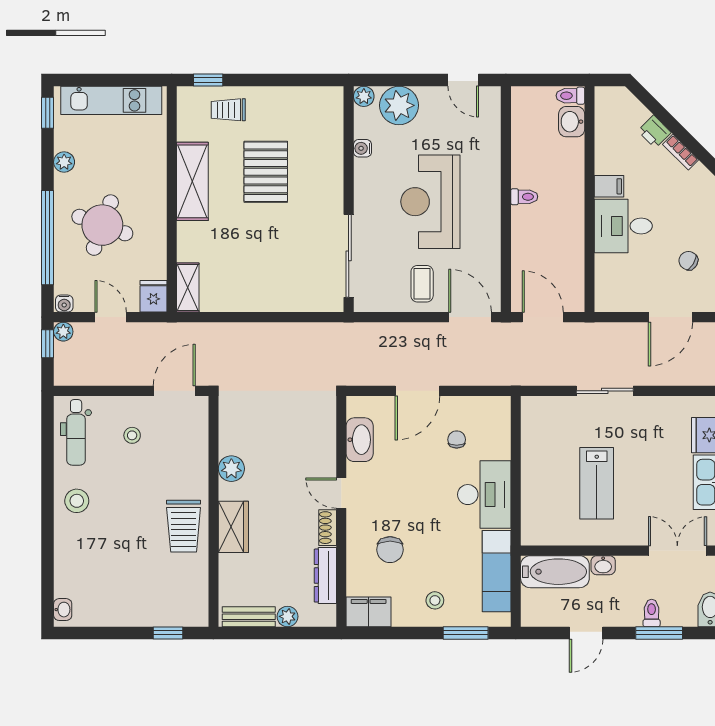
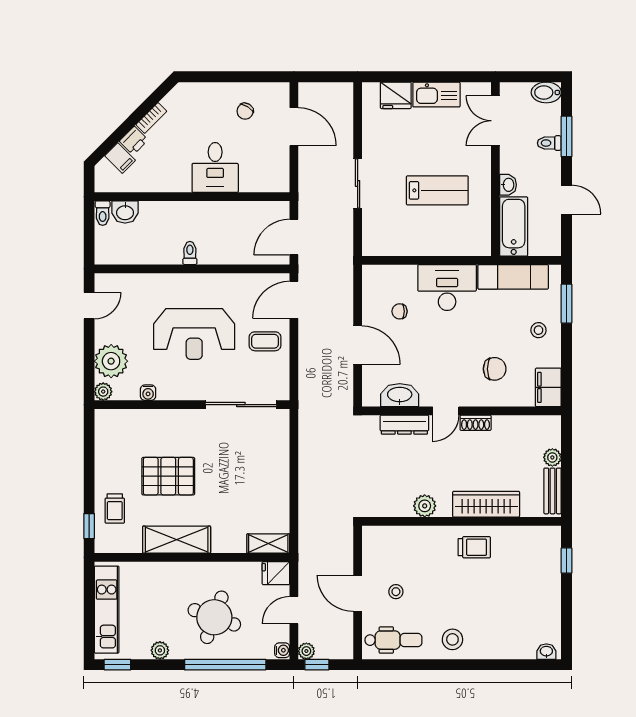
filing cabinet: (609, 186) -> (120, 158), moved, turned 135
door: (174, 391) -> (358, 593), moved
trolley: (184, 526) -> (474, 547), width x0.73, depth x0.72
wardrobe: (233, 527) -> (486, 504), width x1.50
dresser: (325, 576) -> (404, 425), moved

